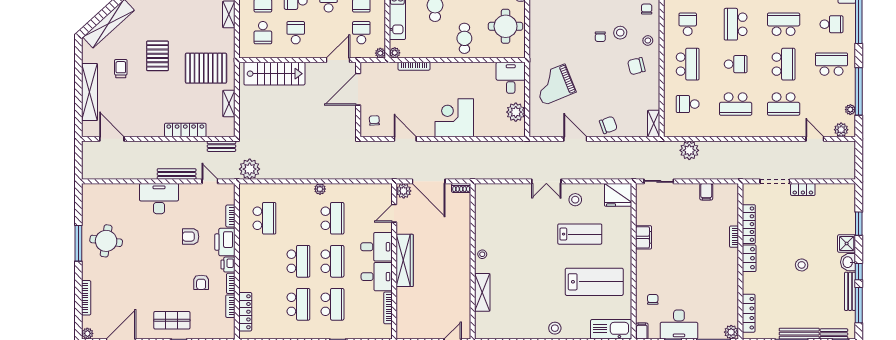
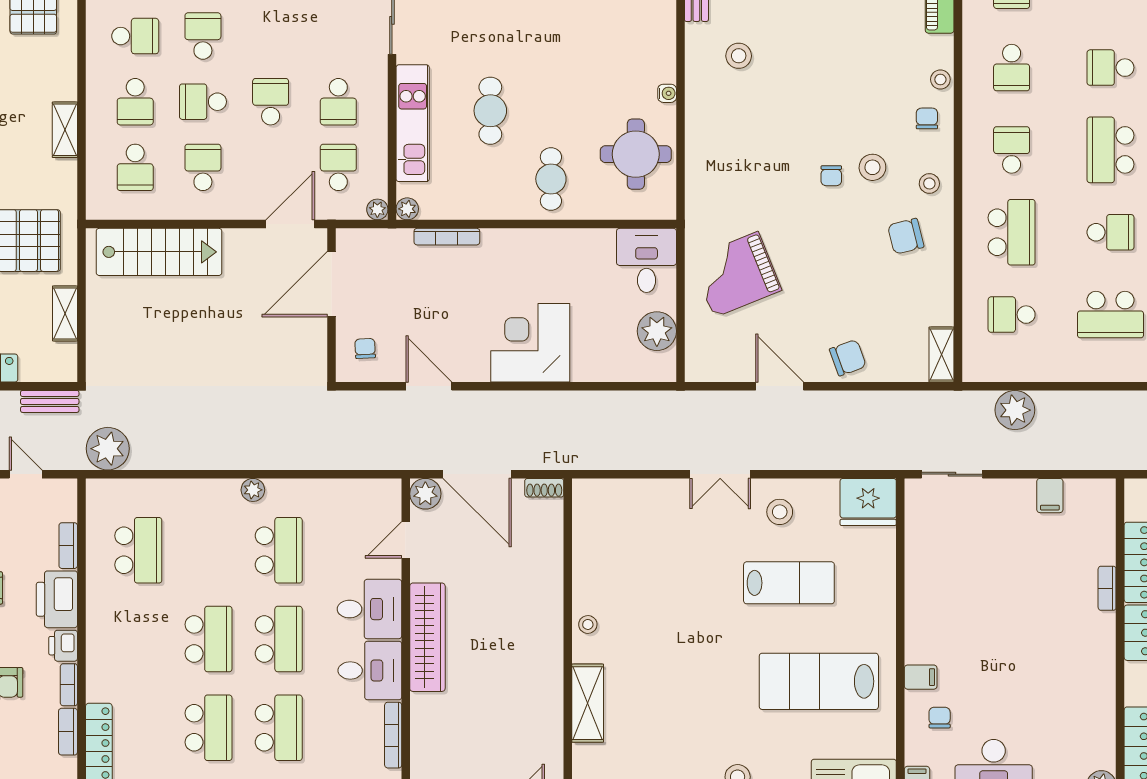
filing cabinet: (644, 237) -> (921, 677), moved, width x0.50
lab bench: (594, 282) -> (819, 681), turned 180

